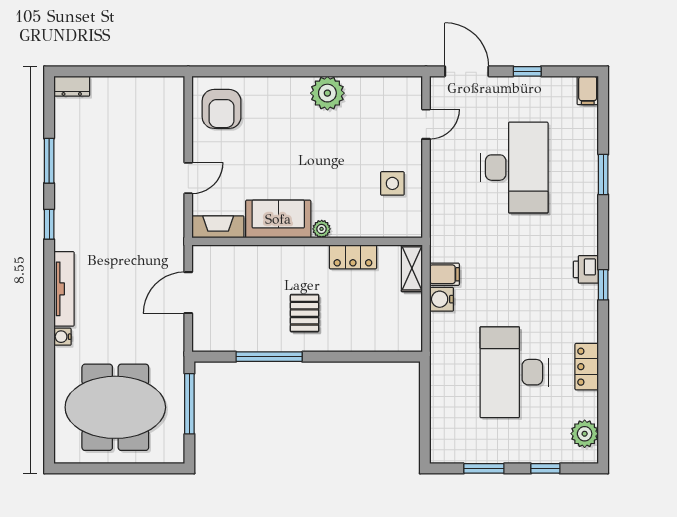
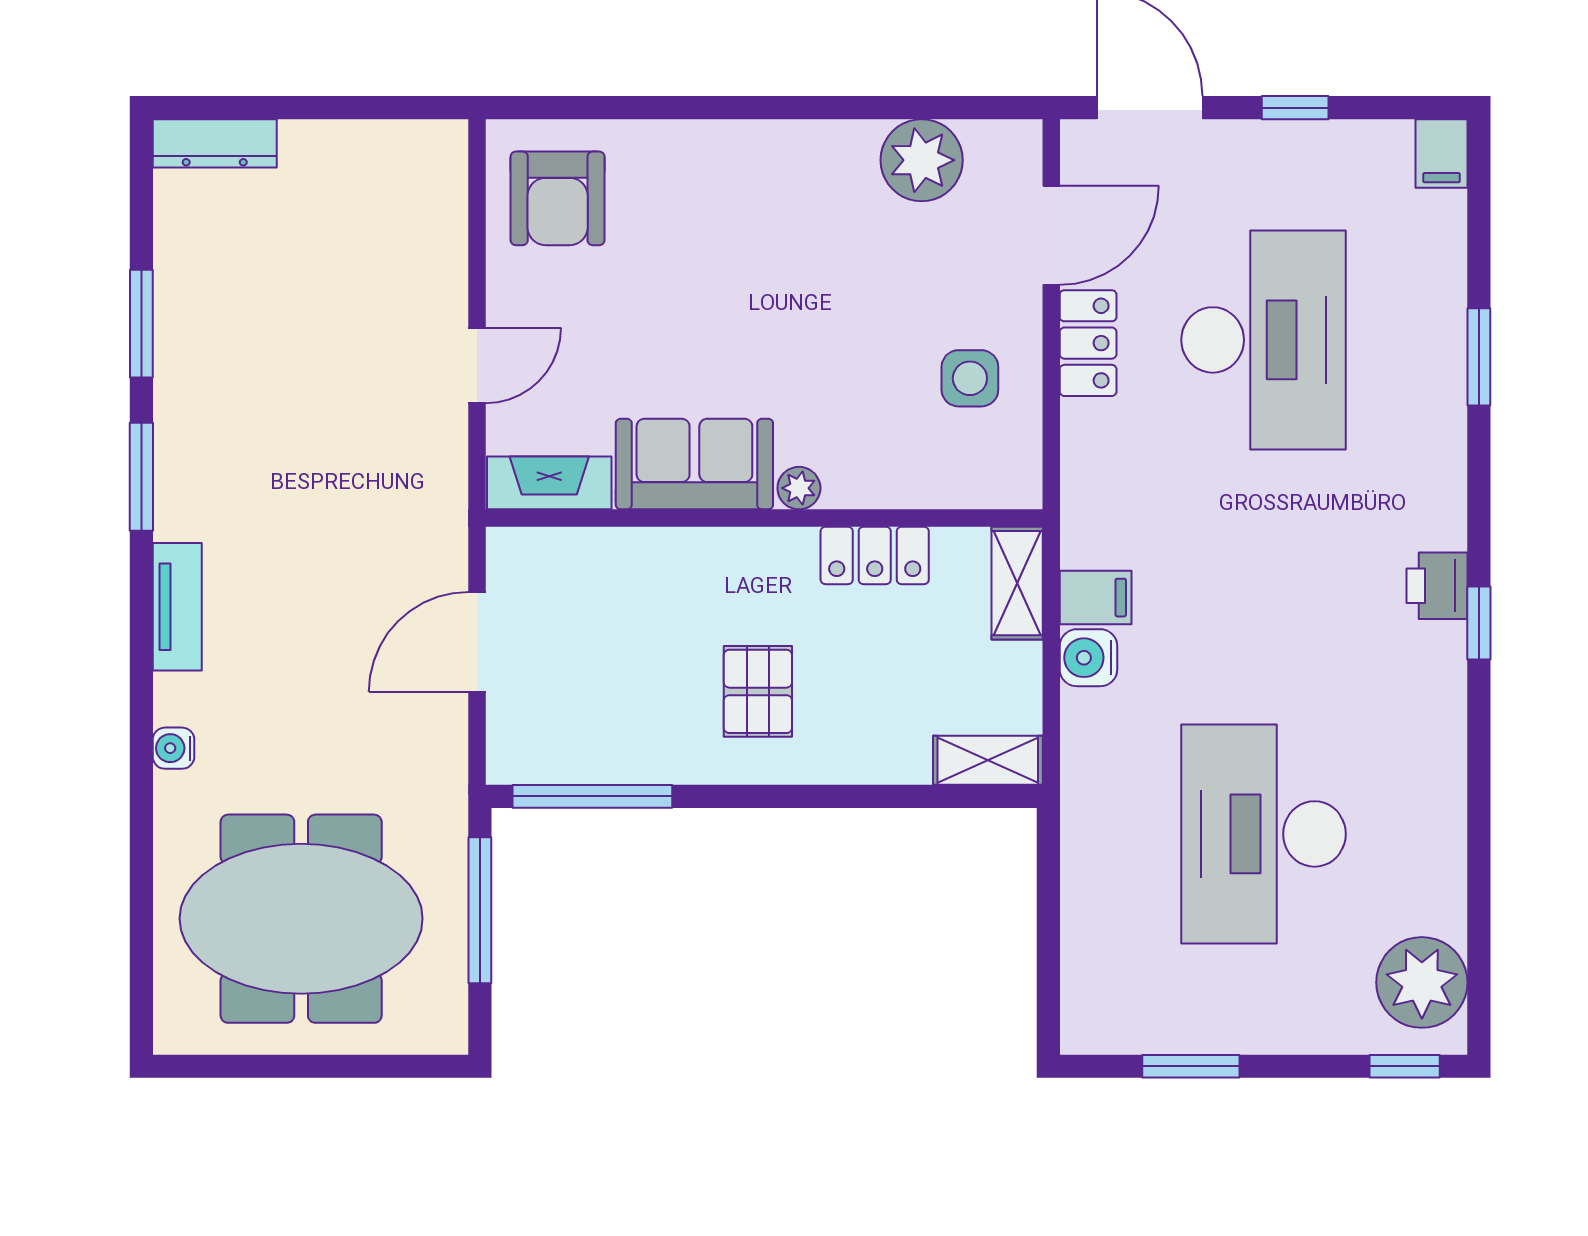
dresser: (72, 86) -> (215, 143), width x1.44
plant: (327, 93) -> (922, 160), moved
door: (426, 124) -> (1051, 235), width x1.37
window: (49, 224) -> (141, 477), width x1.50
tv unit: (64, 289) -> (177, 607), width x0.71
shelving: (400, 342) -> (988, 760), added
window: (269, 357) -> (592, 796), moved
locker: (587, 367) -> (1088, 343), moved, turned 180
plant: (585, 434) -> (1422, 982), width x1.36, depth x1.36
window: (545, 468) -> (1405, 1066), moved

